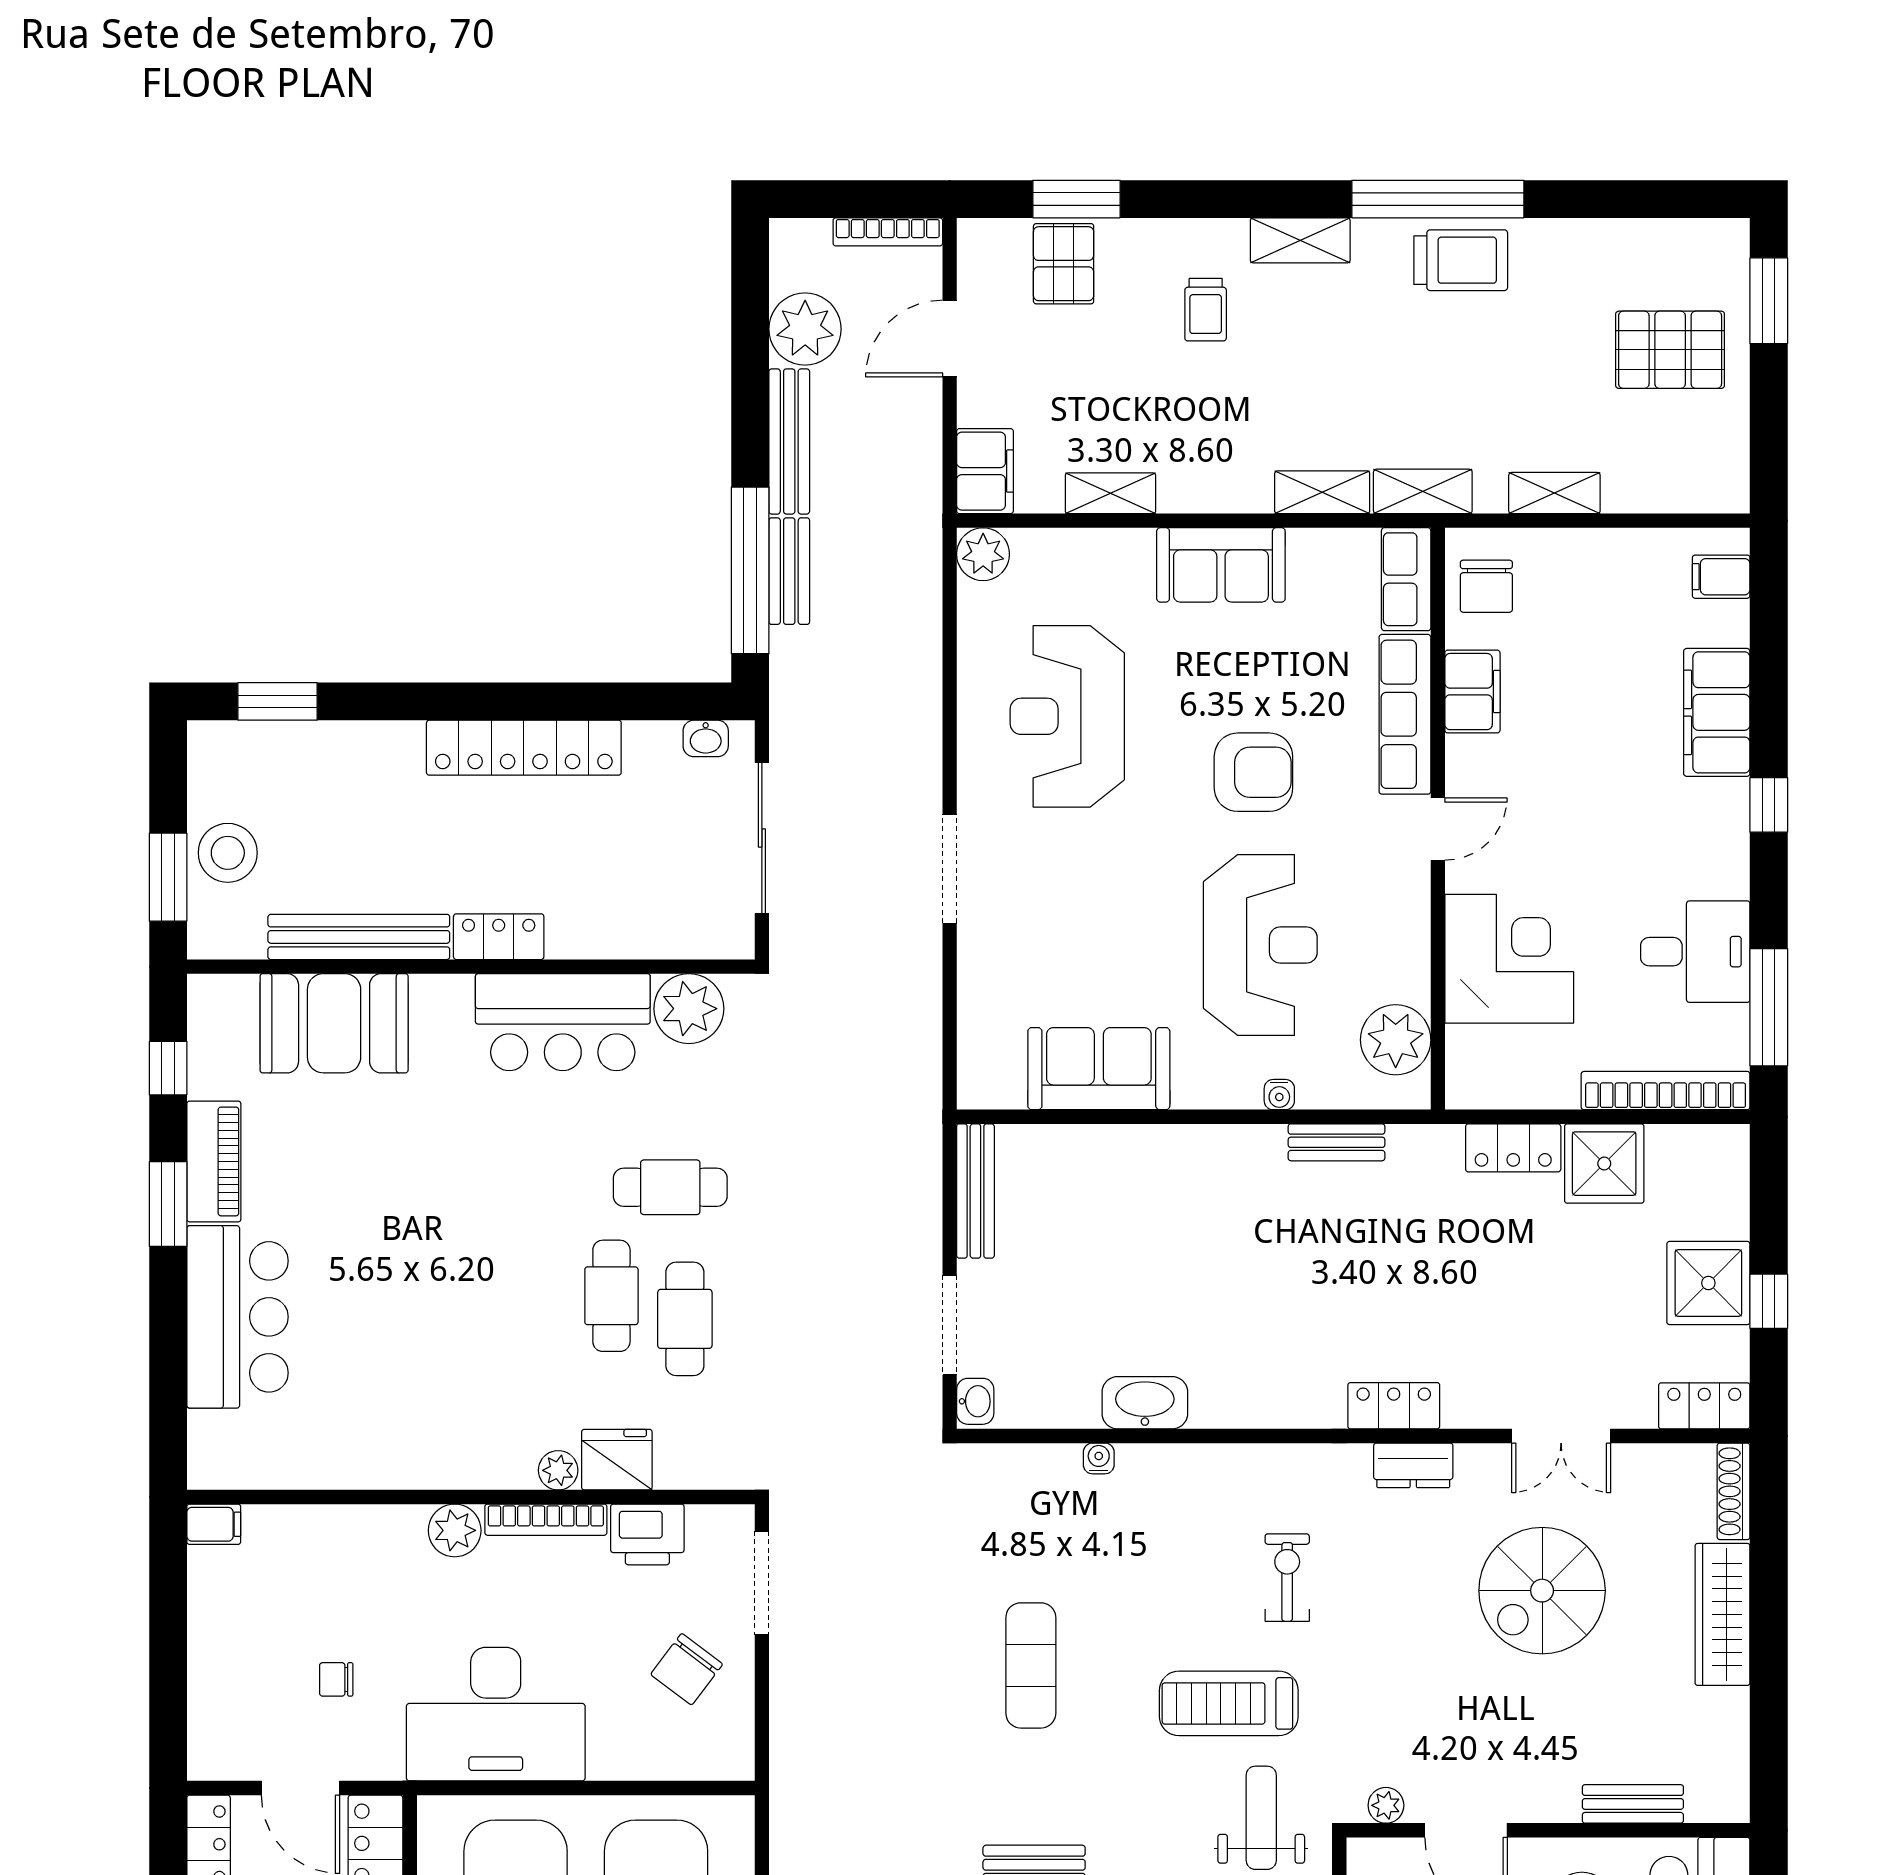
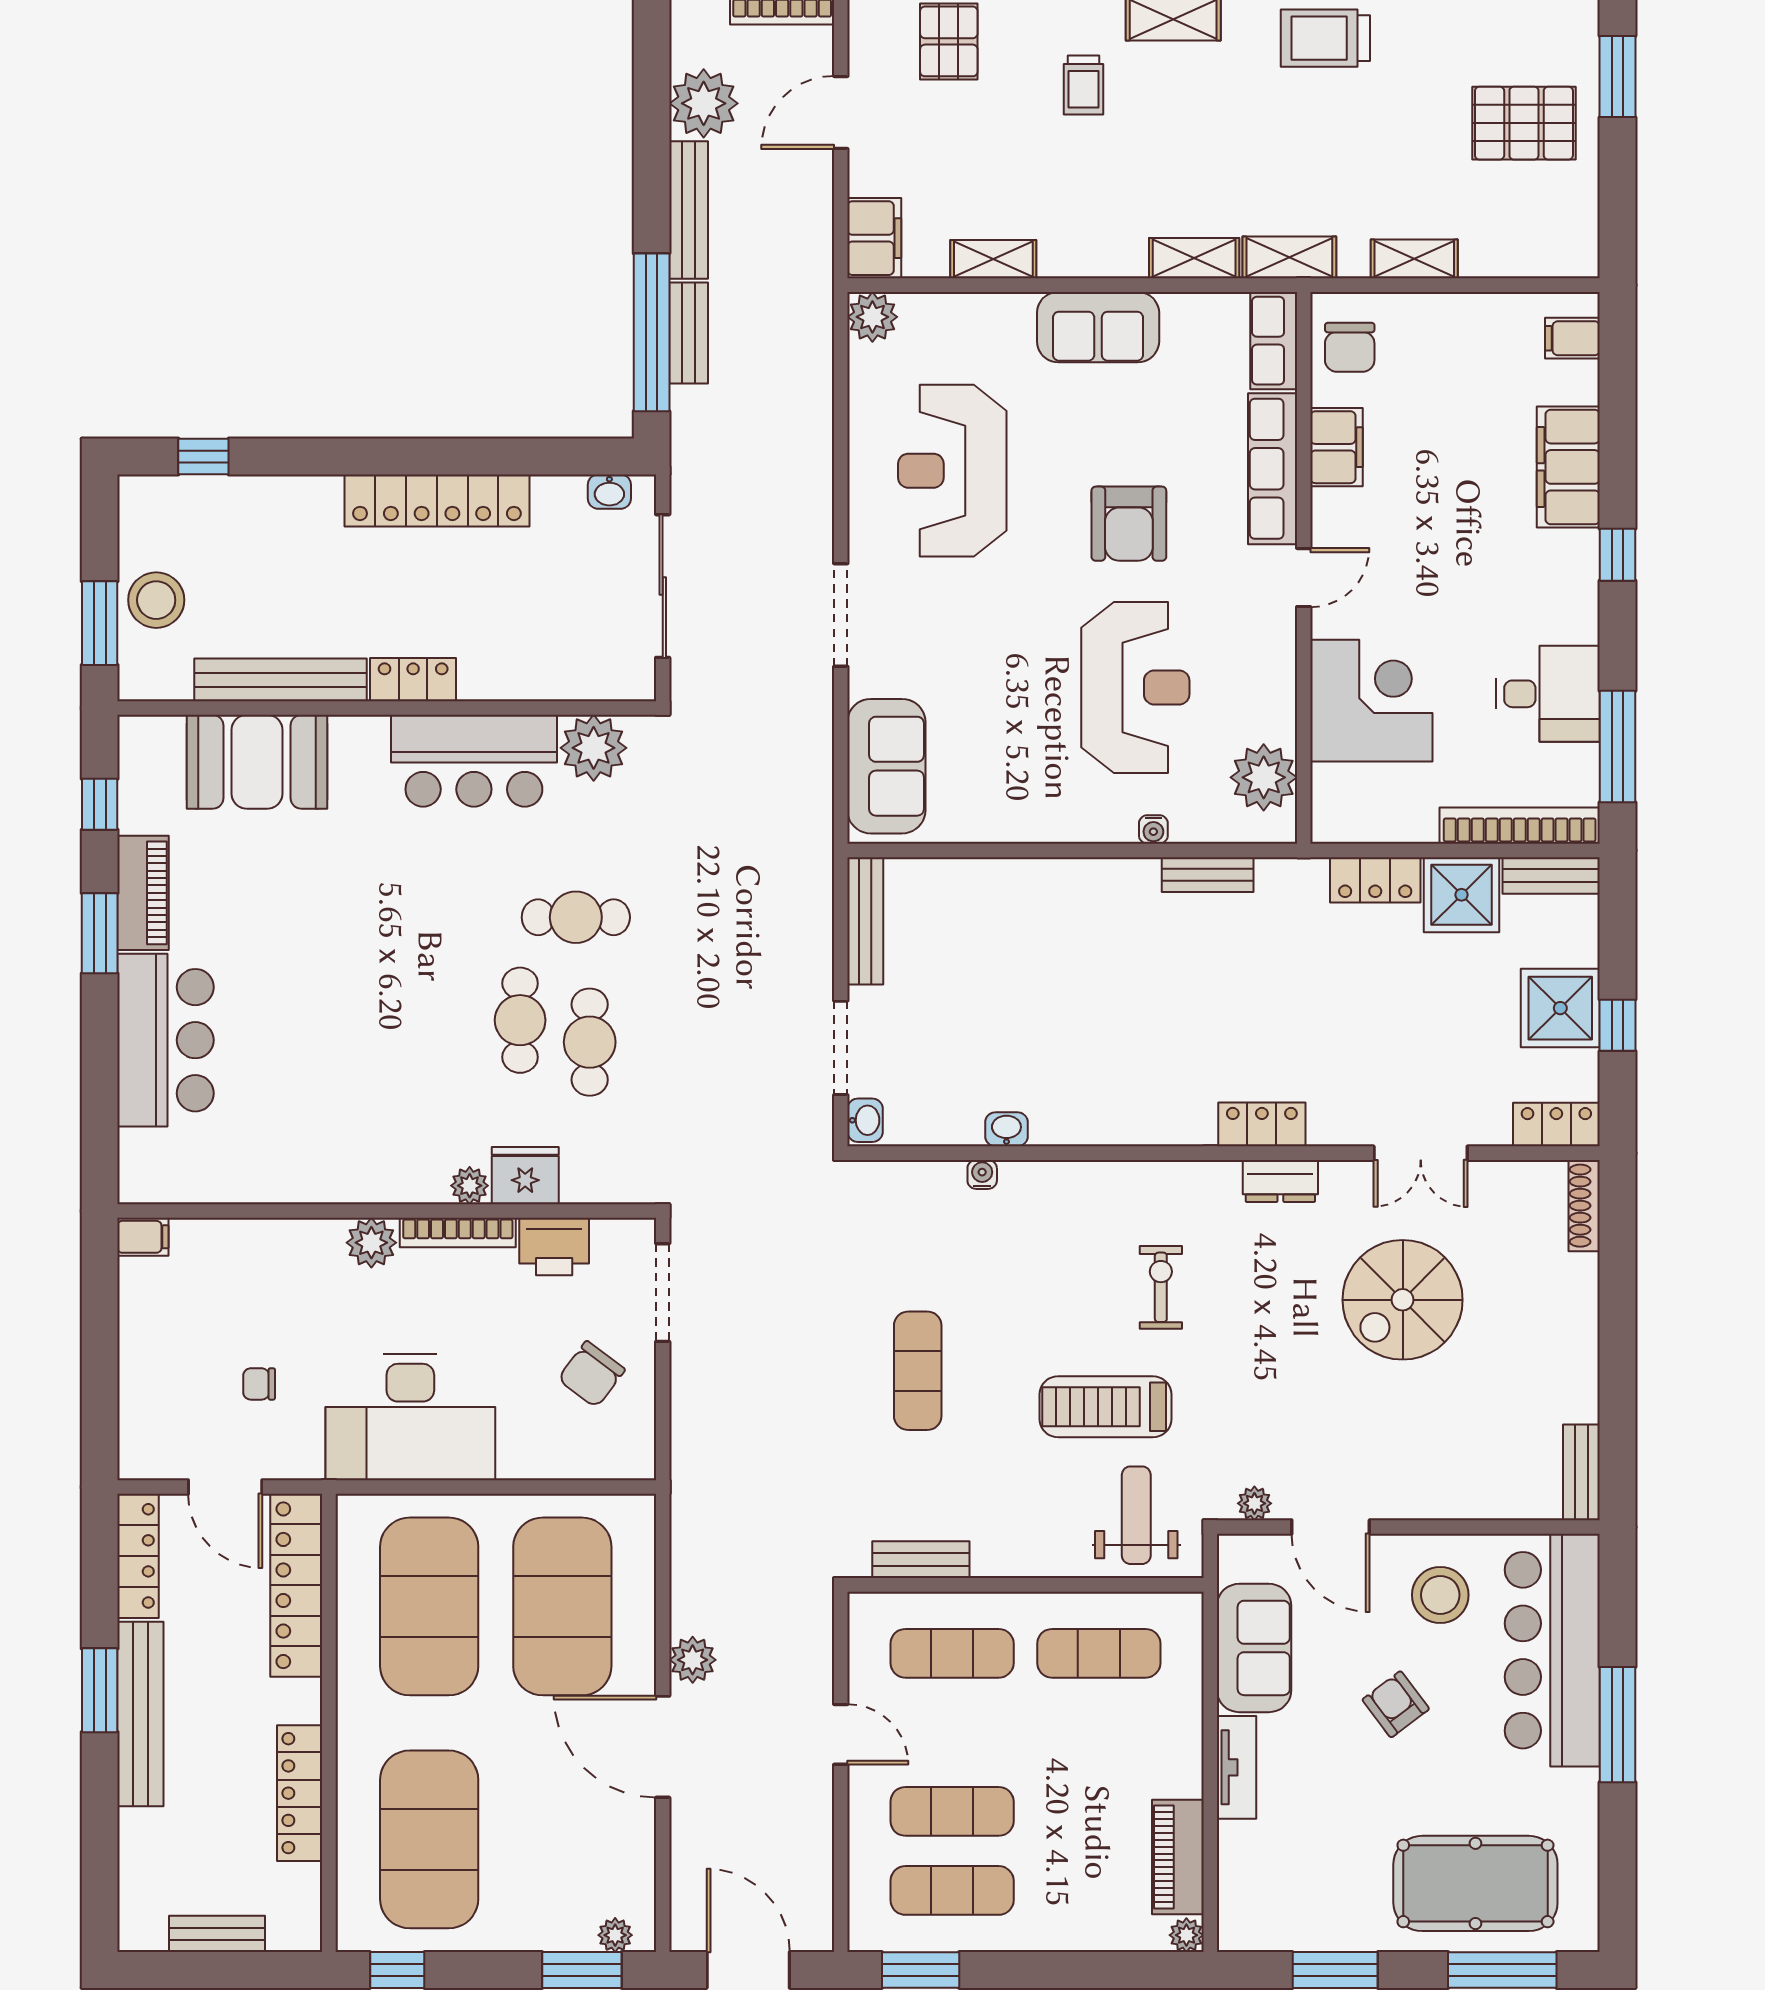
trolley: (1461, 260) -> (1325, 38), turned 180
window: (278, 701) -> (203, 456), width x0.67
armchair: (1253, 772) -> (1129, 524), turned 90
sofa: (1099, 1069) -> (886, 766), moved, turned 90
bench: (1698, 1143) -> (1551, 876), added
washbasin: (1145, 1403) -> (1006, 1129), width x0.52, depth x0.69
wardrobe: (1722, 1614) -> (1574, 1322), removed
bench: (1633, 1804) -> (1581, 1472), moved, turned 90

